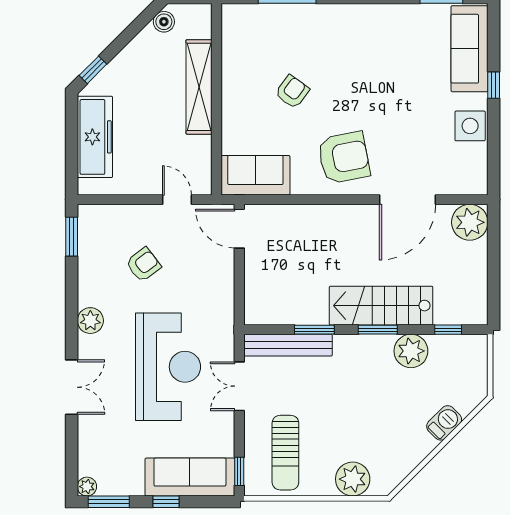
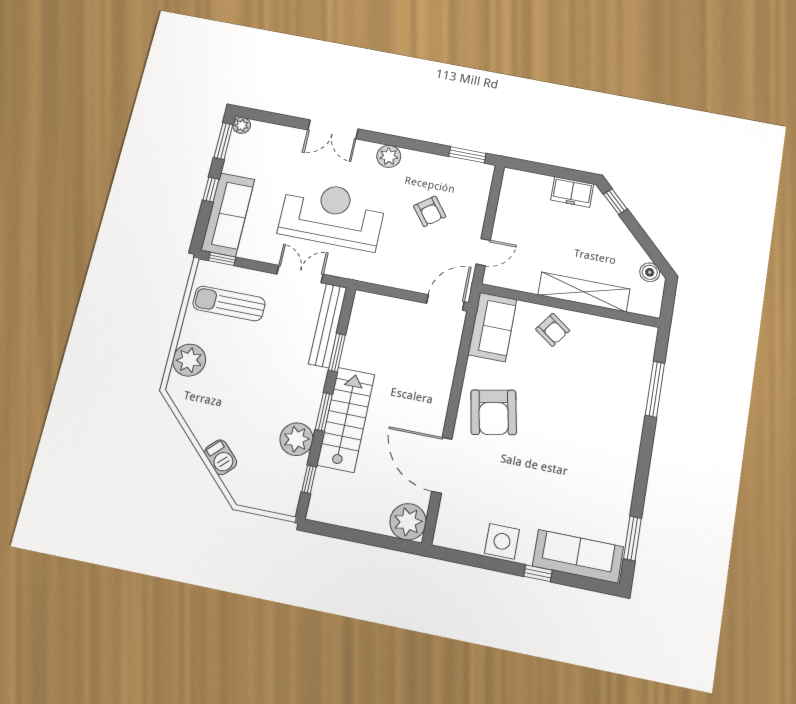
armchair: (292, 92) -> (553, 330), moved
freezer: (95, 137) -> (572, 192), width x0.52, depth x0.79
reception desk: (168, 367) -> (332, 215), turned 180

